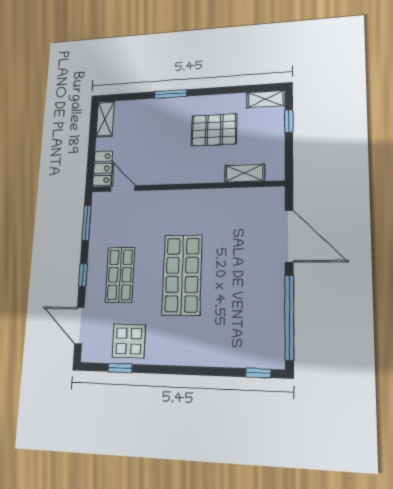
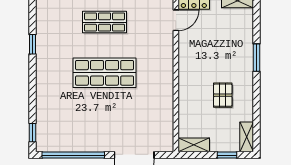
pallet: (214, 130) -> (223, 95), width x0.67, depth x0.71
shelving: (245, 173) -> (194, 145), moved, turned 90
display table: (129, 341) -> (53, 32), removed
window: (120, 368) -> (32, 44), moved

